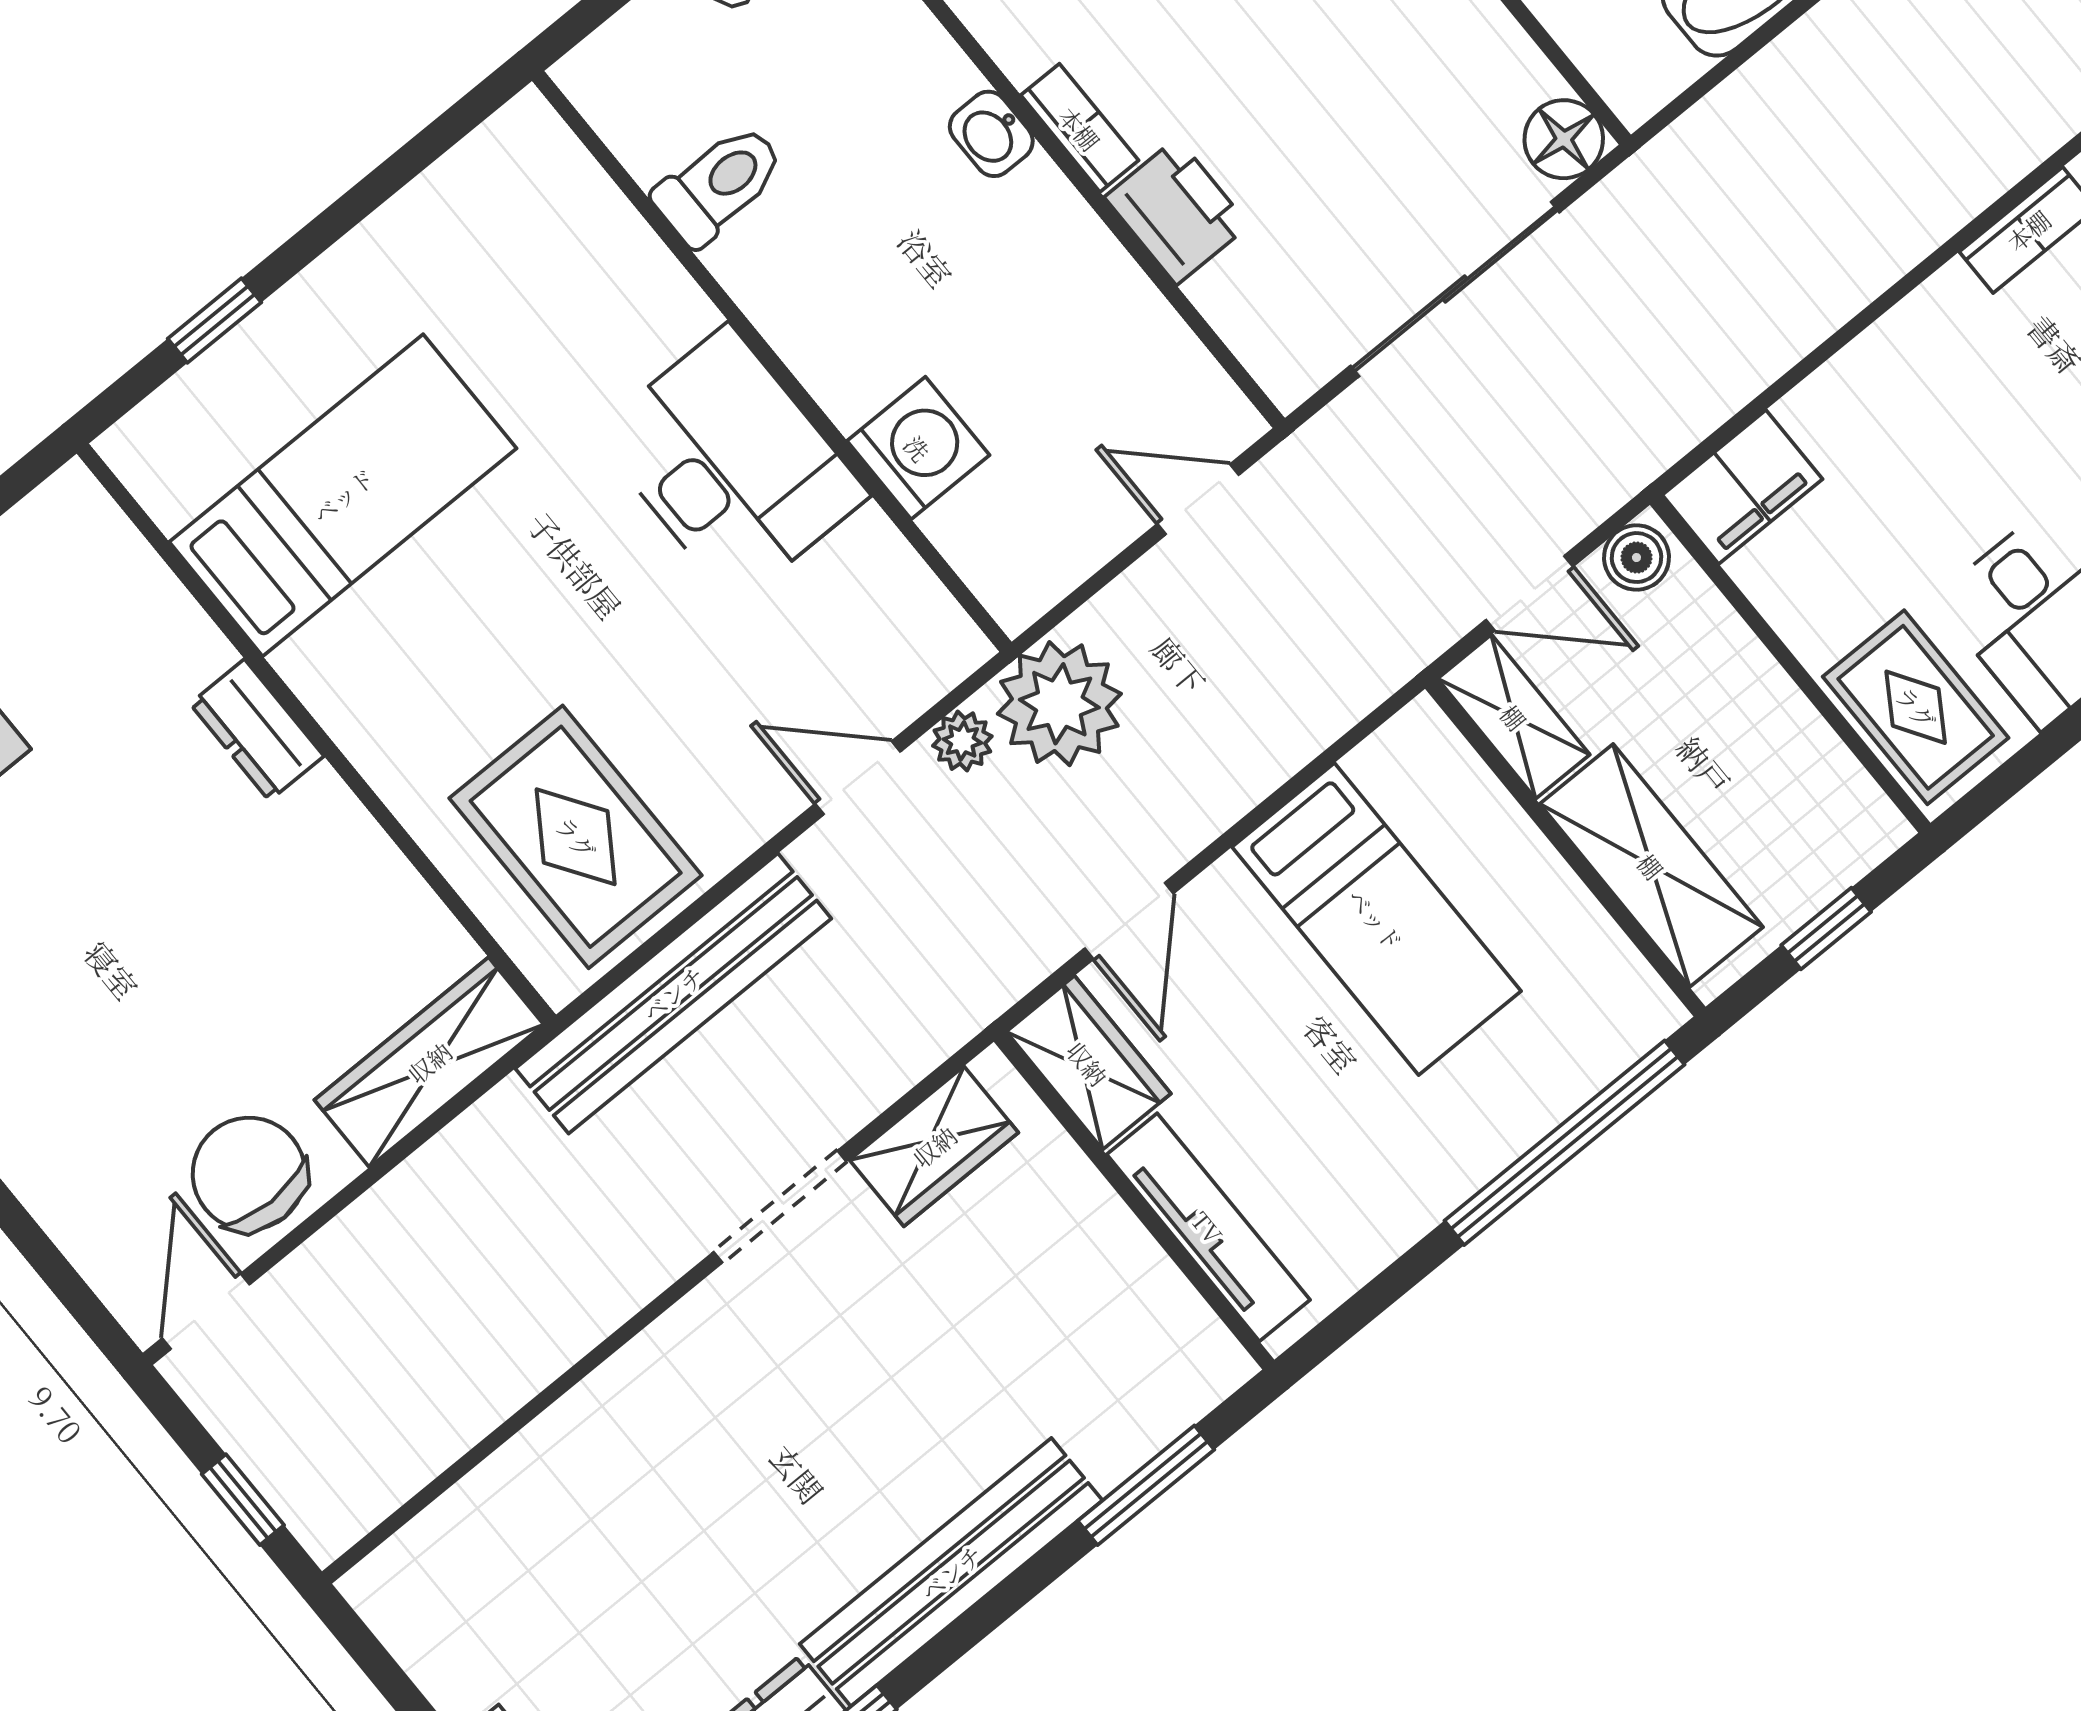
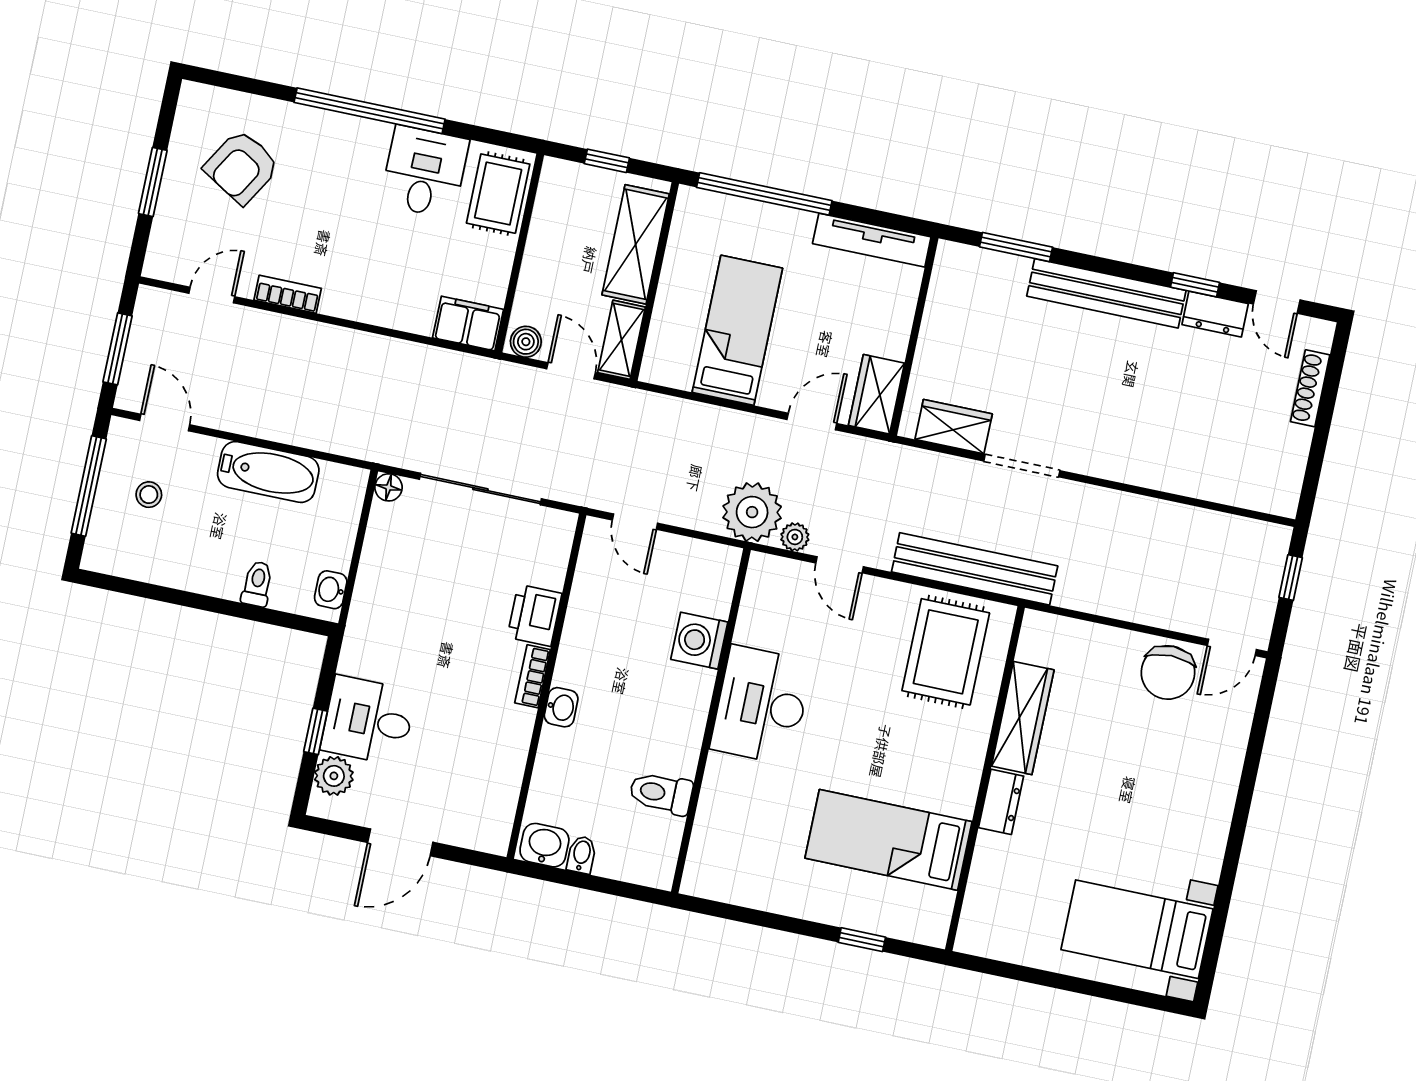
floor lamp: (1564, 139) -> (389, 487), width x0.73, depth x0.73
wardrobe: (429, 1062) -> (1023, 718), moved, turned -90
tv unit: (1208, 1227) -> (872, 240), moved, turned -90

